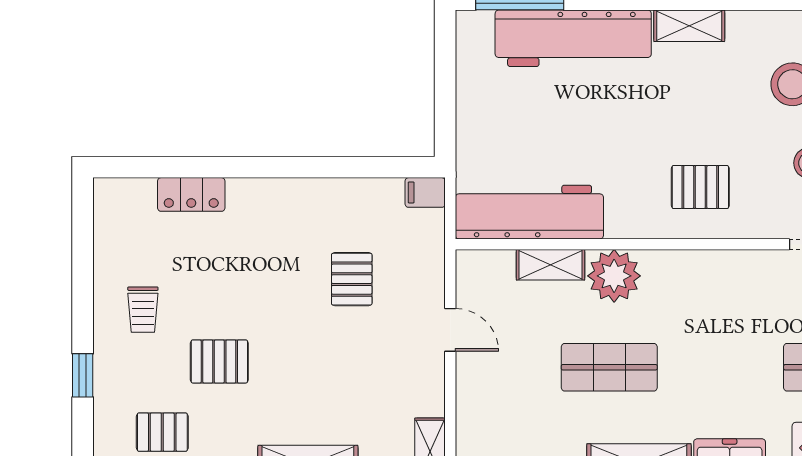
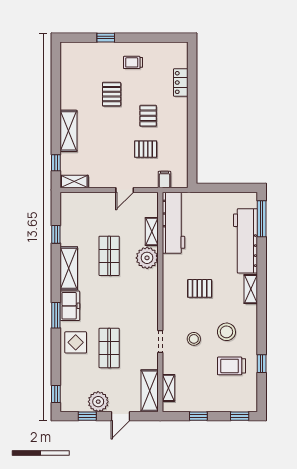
pallet: (700, 187) -> (200, 288), moved, turned 90
filing cabinet: (425, 192) -> (164, 180), moved
pallet: (162, 432) -> (148, 116), moved

